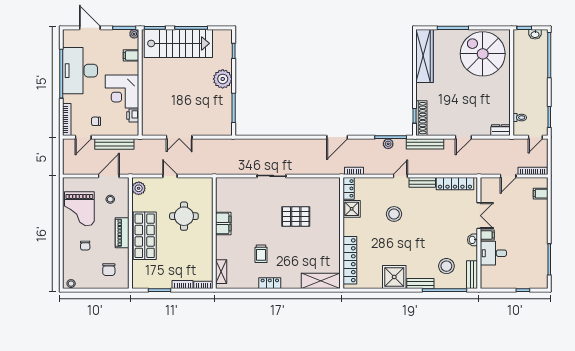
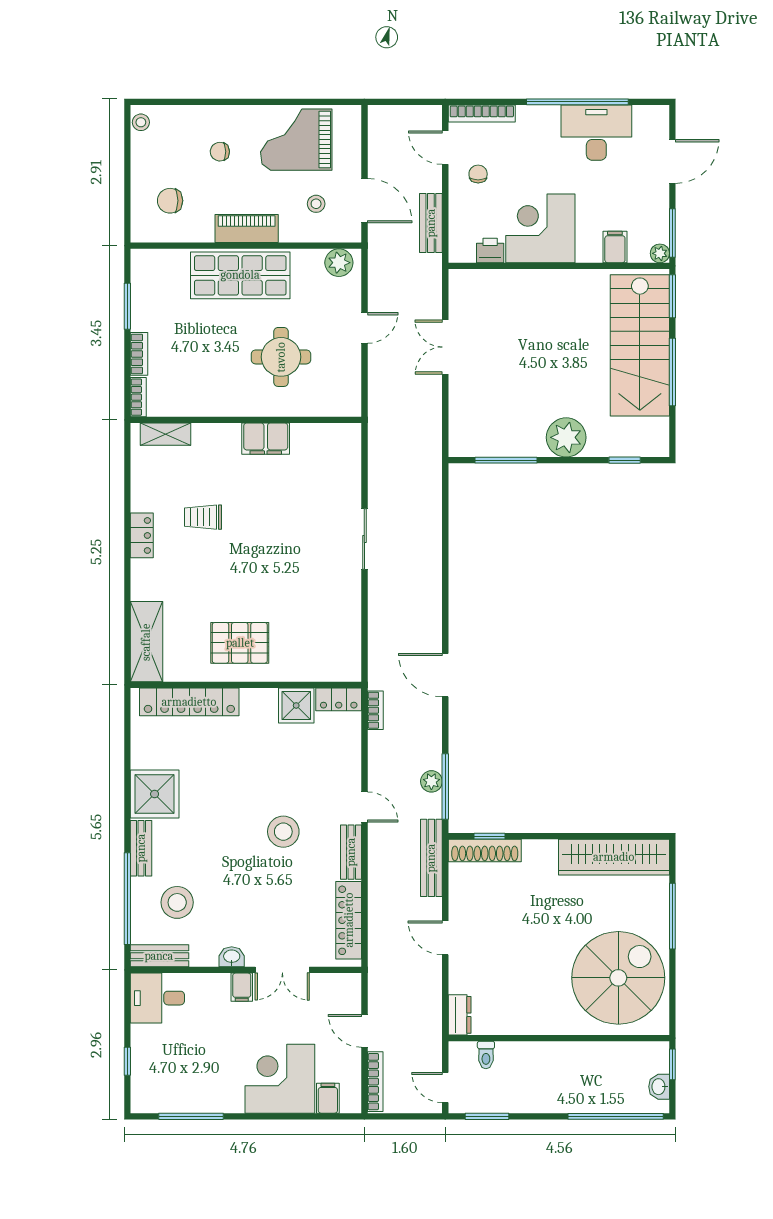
desk: (80, 71) -> (596, 133), width x0.73, depth x0.77
bench: (114, 144) -> (431, 223), width x0.73
stool: (394, 214) -> (283, 832), moved
pallet: (296, 216) -> (240, 643), moved, turned 90
corner desk: (531, 217) -> (280, 1079), added
desk: (493, 253) -> (157, 998), moved, turned -90

